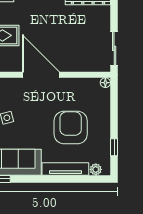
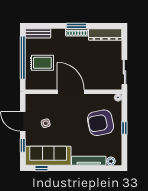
armchair: (71, 128) -> (100, 123), moved, turned -101
window: (114, 147) -> (124, 128), moved

